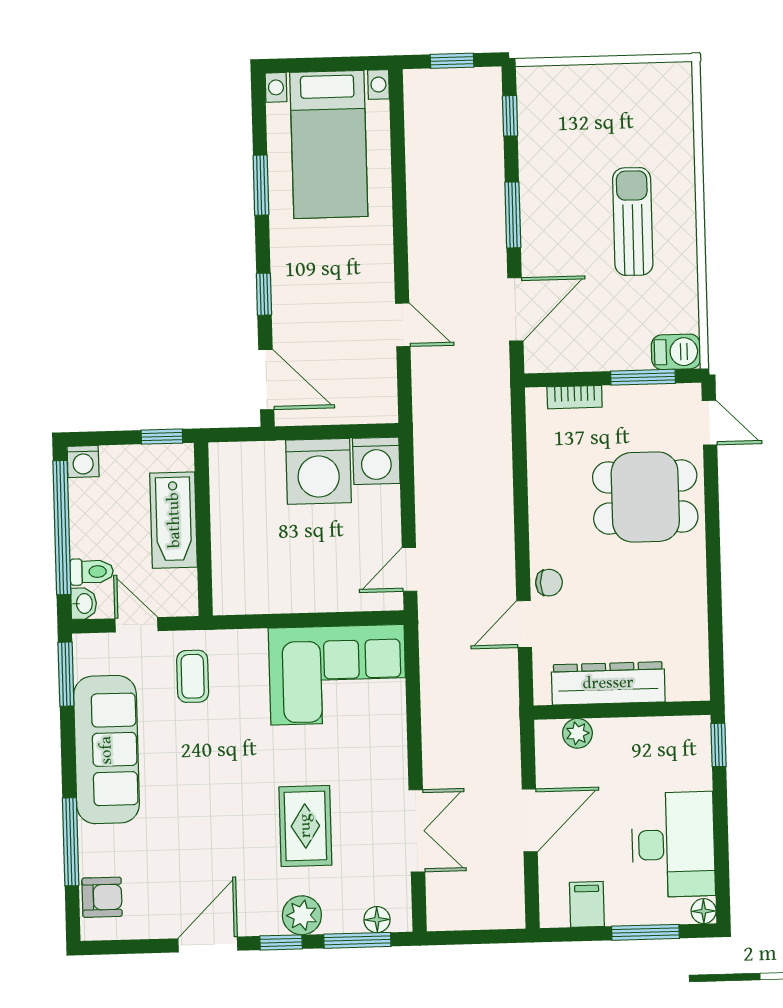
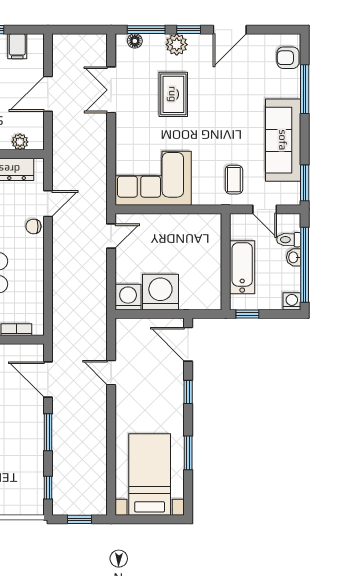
door: (515, 309) -> (48, 380), hinge flipped
washbasin: (84, 604) -> (294, 257), moved

